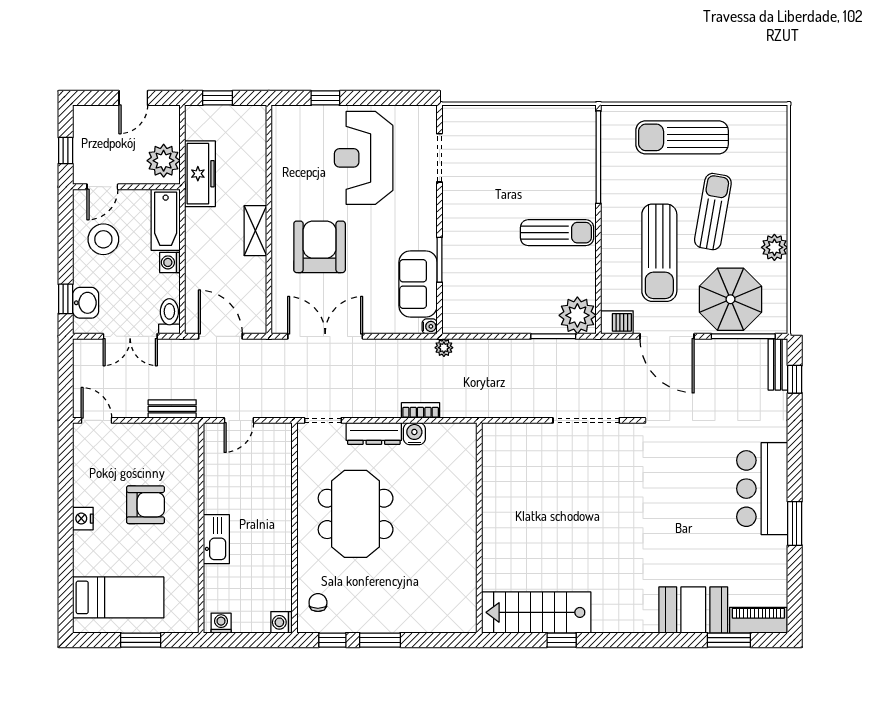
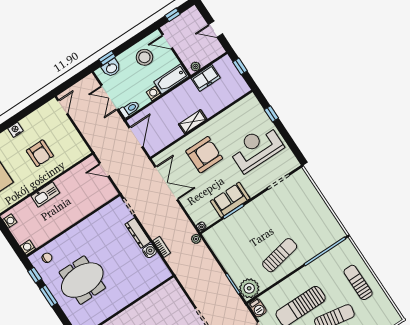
sun lounger: (682, 137) -> (358, 282), width x0.73, depth x0.75
plant: (164, 161) -> (195, 67), width x0.53, depth x0.53
freezer: (200, 174) -> (206, 78), width x0.71
sun lounger: (557, 233) -> (280, 255), turned -101
sofa: (418, 284) -> (230, 200), moved
bench: (172, 409) -> (90, 137), removed
meeting table: (356, 514) -> (82, 280), moved

